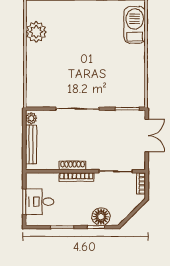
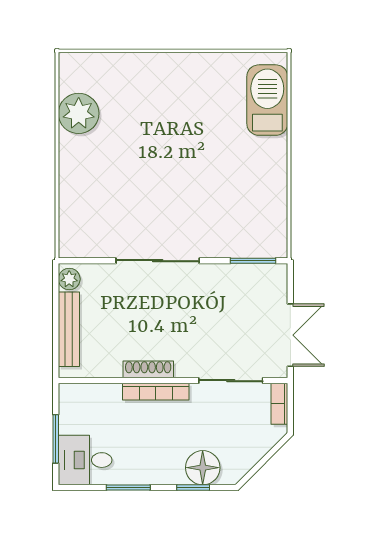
double door: (147, 135) -> (290, 335), moved
desk: (40, 202) -> (85, 460), moved

